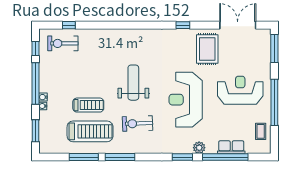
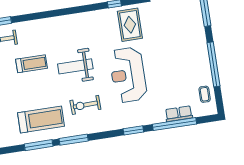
rug: (207, 49) -> (130, 25), moved
weight bench: (133, 83) -> (75, 66), turned -90
reception desk: (240, 90) -> (179, 58), removed
treadmill: (88, 105) -> (32, 64), moved
plant: (199, 148) -> (148, 119), removed

